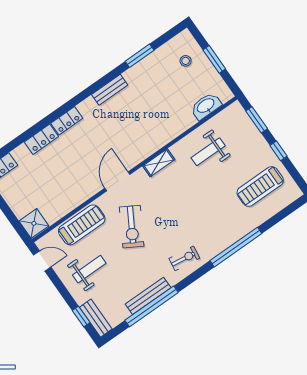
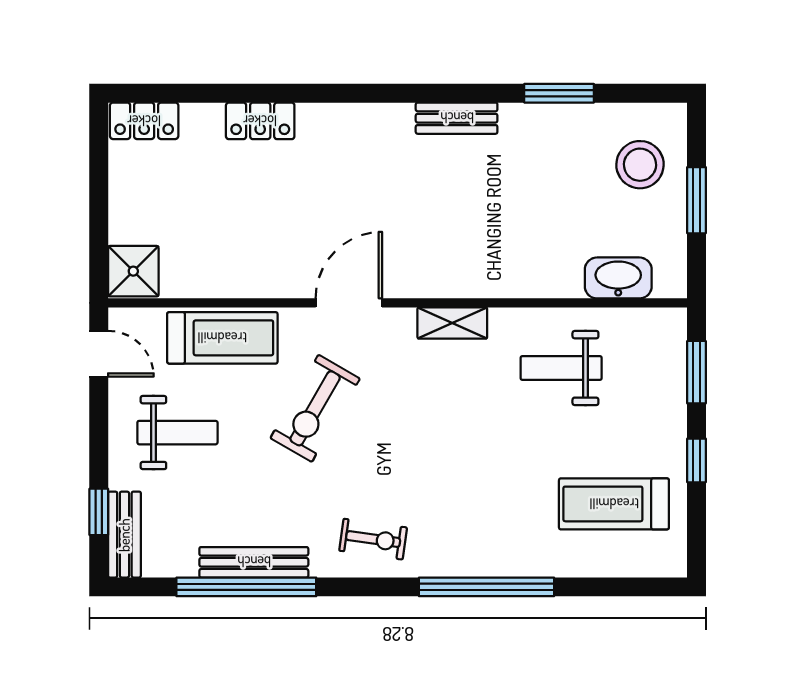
stool: (186, 61) -> (640, 165), width x1.89, depth x1.89
locker: (67, 121) -> (333, 120), removed

